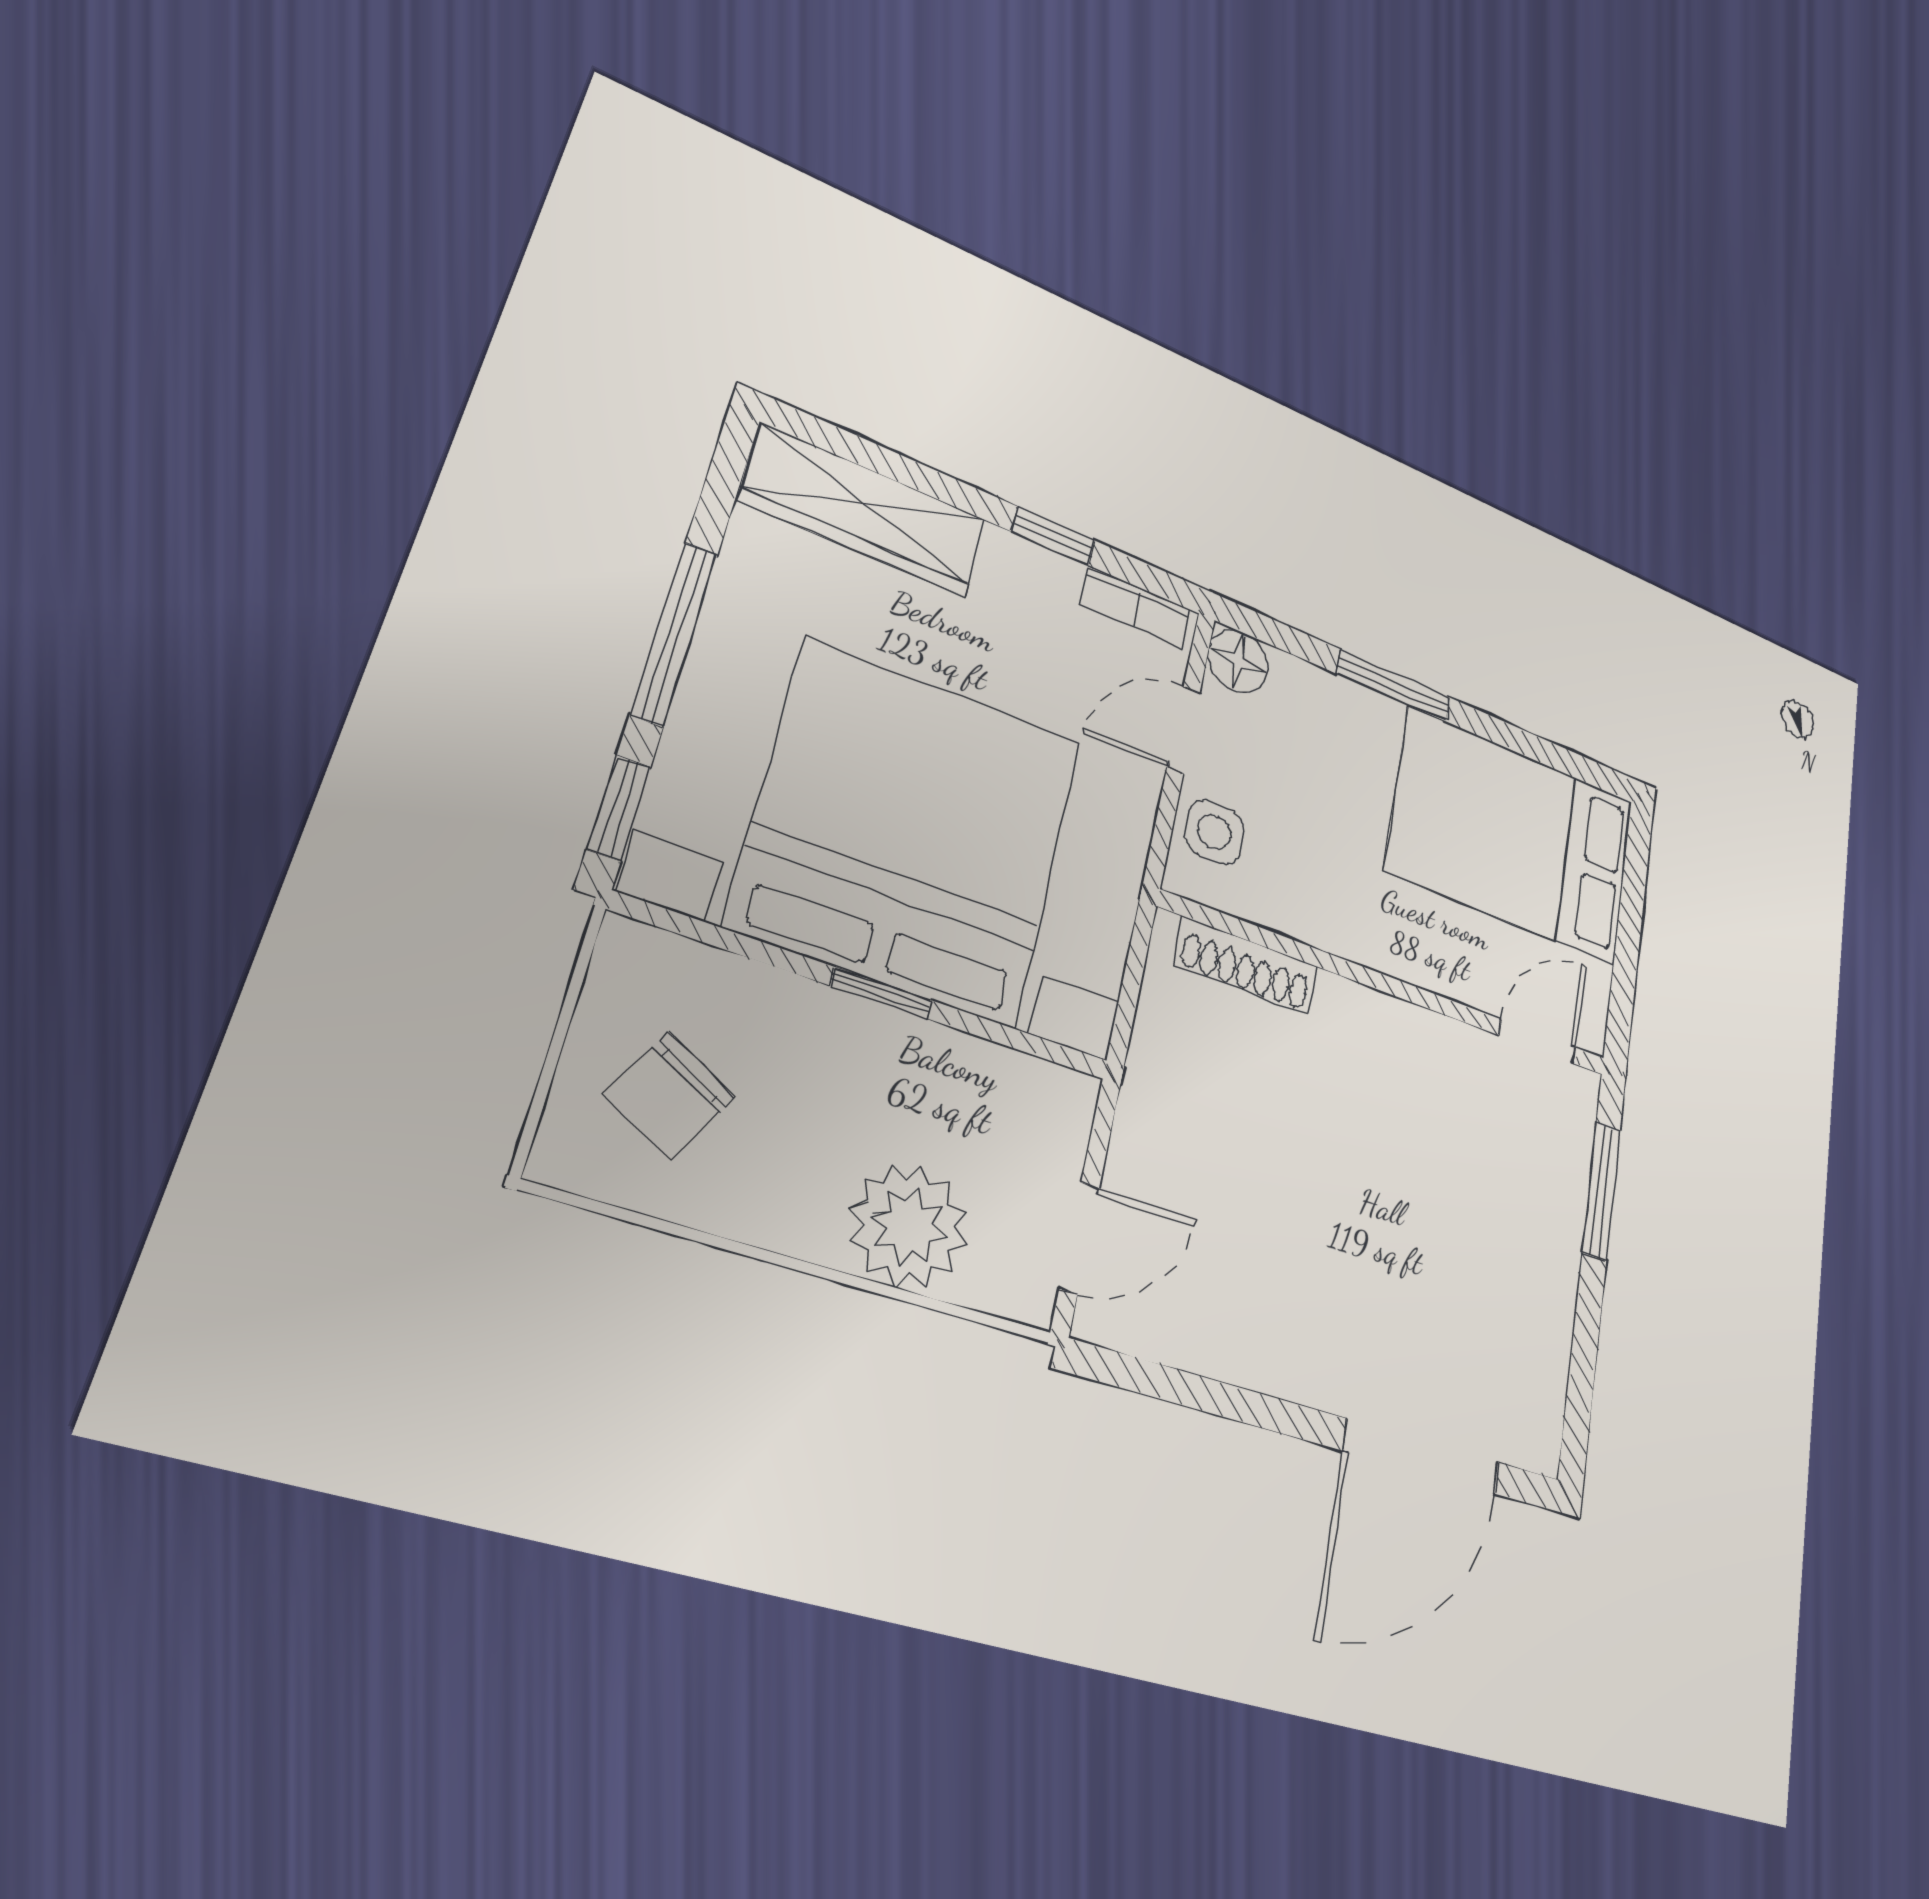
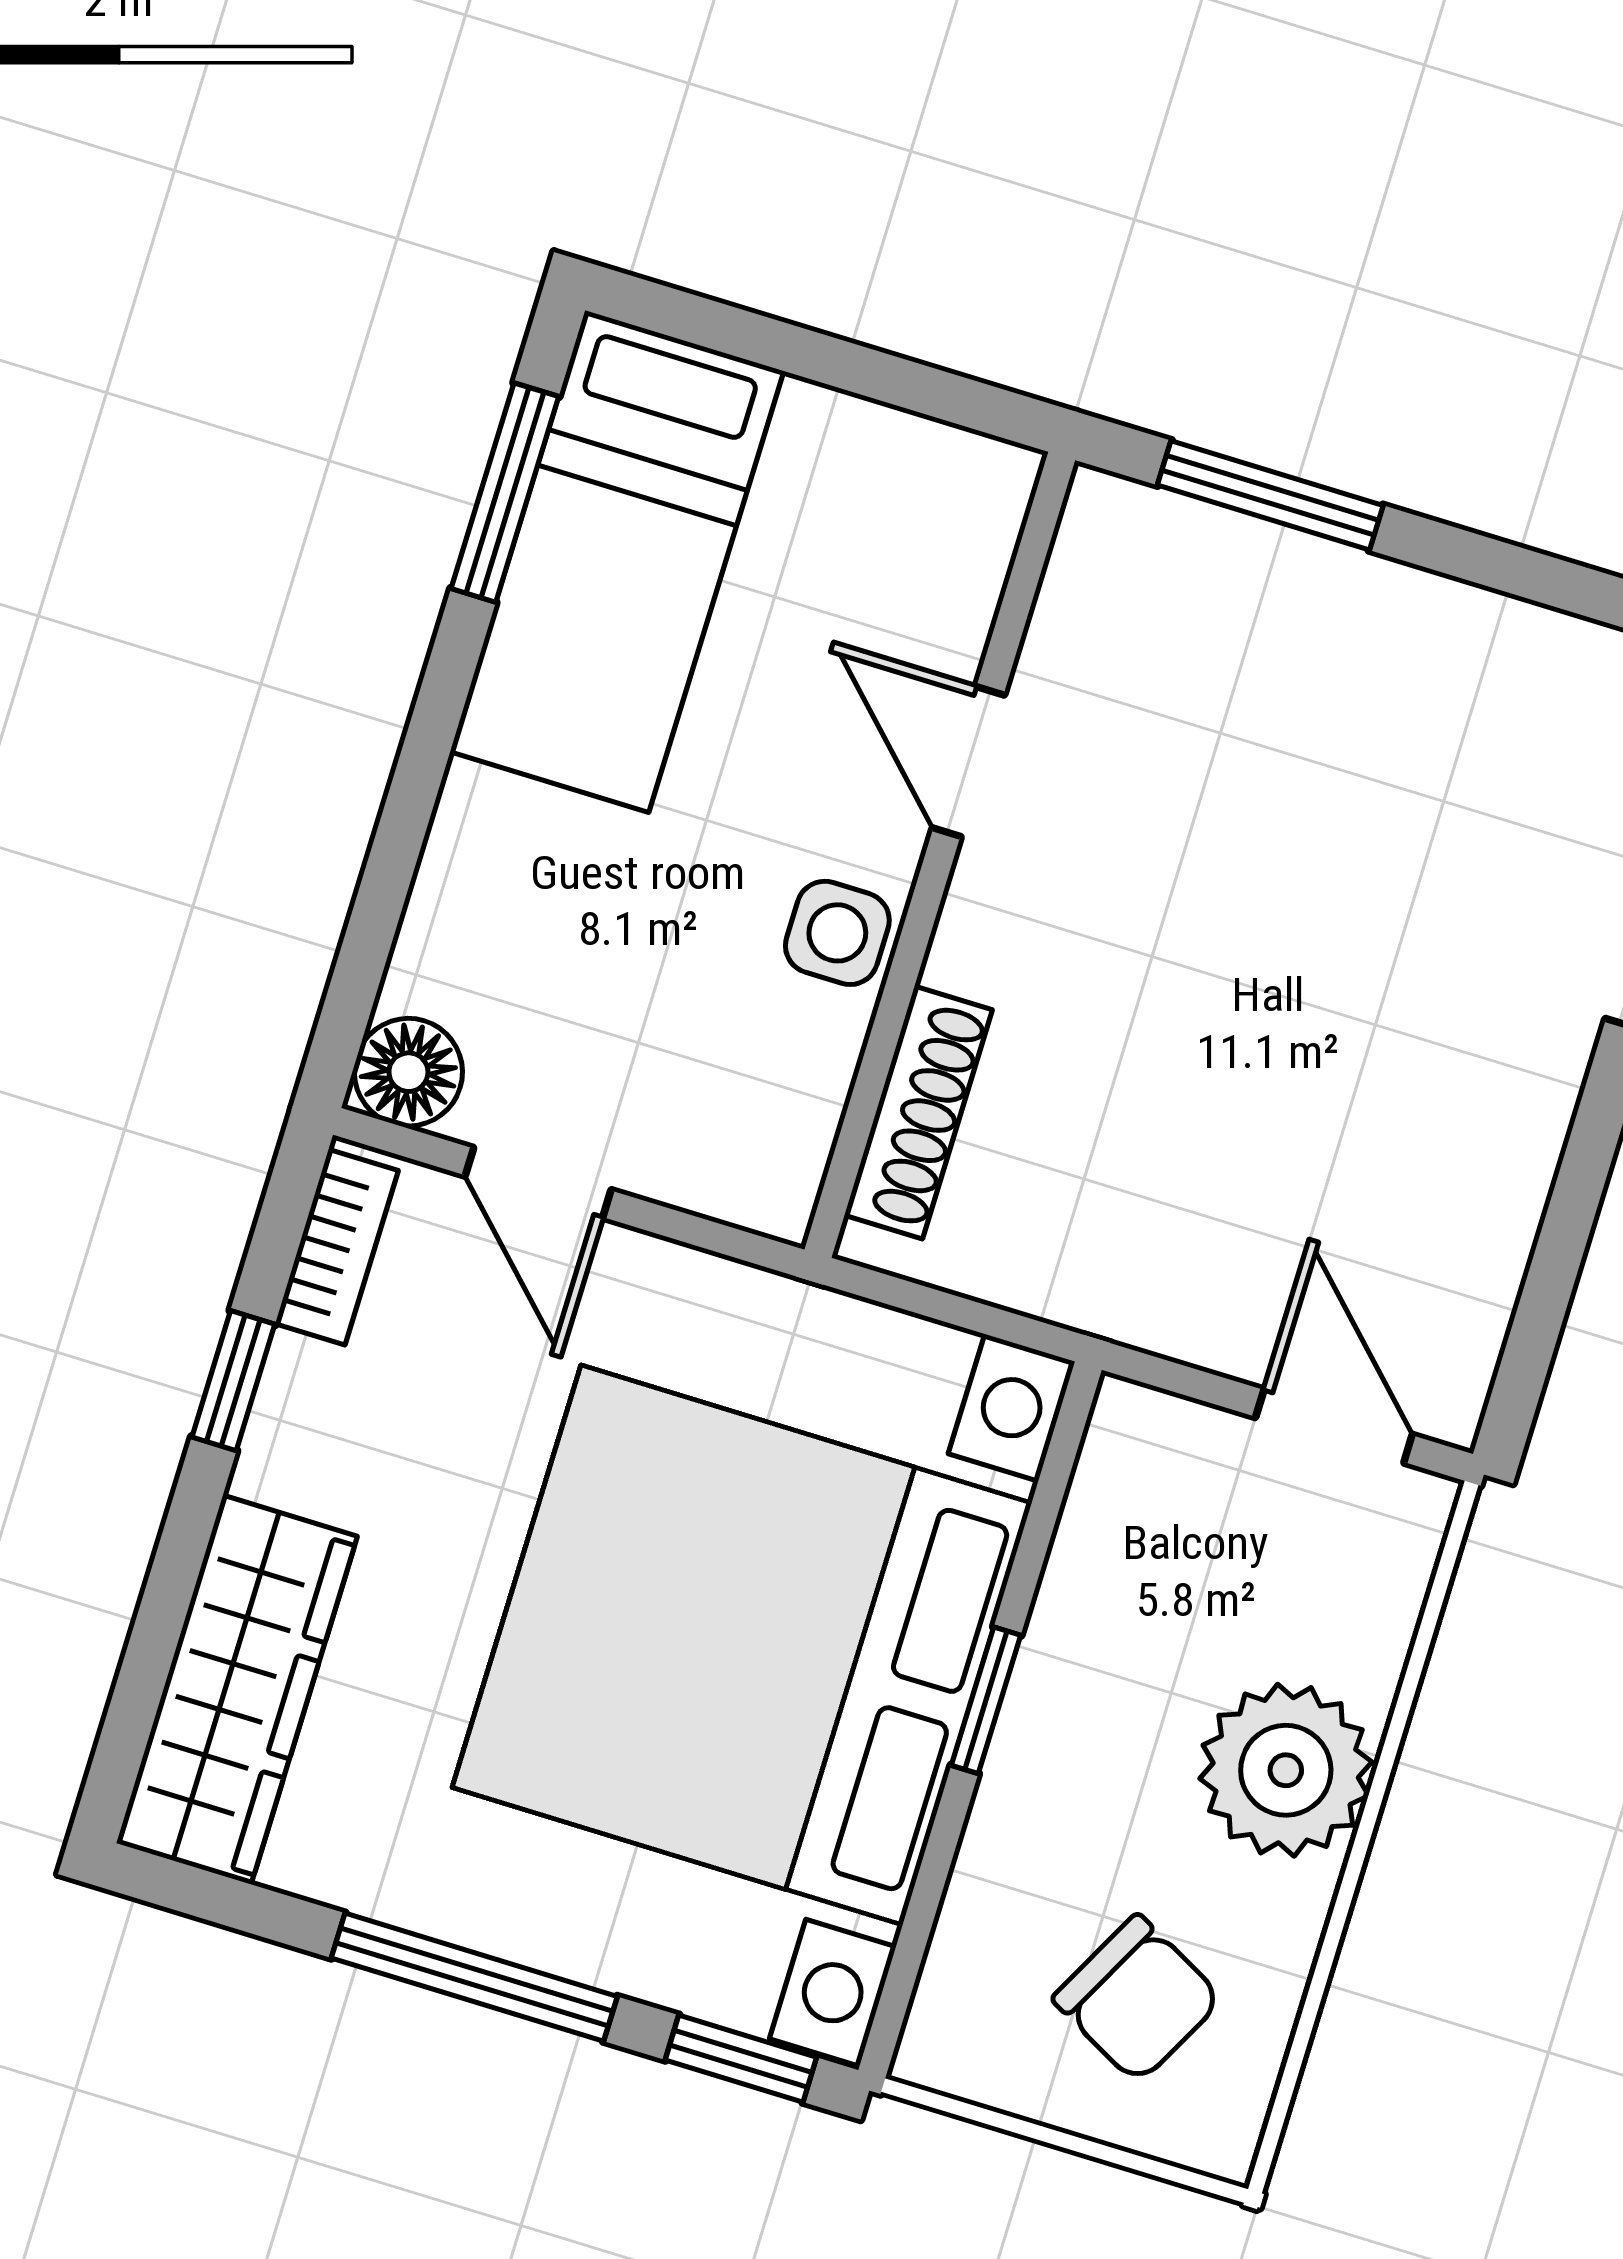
window: (1394, 686) -> (505, 493), moved
side table: (1214, 832) -> (837, 933), moved
bed: (1512, 835) -> (617, 561), width x0.67
door: (1538, 1042) -> (968, 762), moved
plant: (909, 1226) -> (1286, 1770), moved

